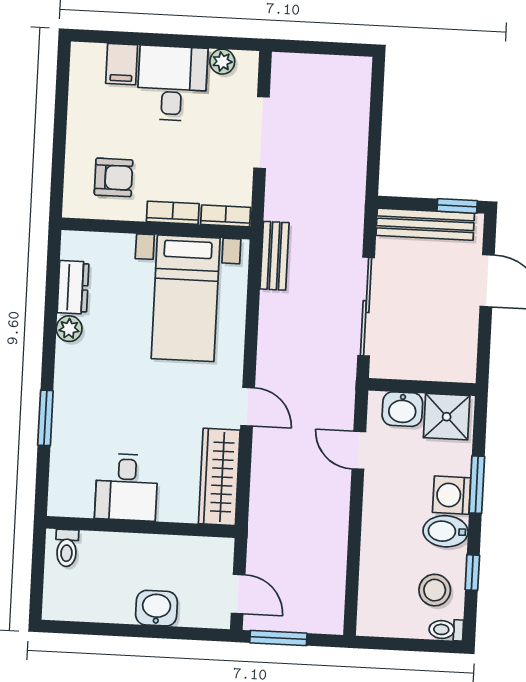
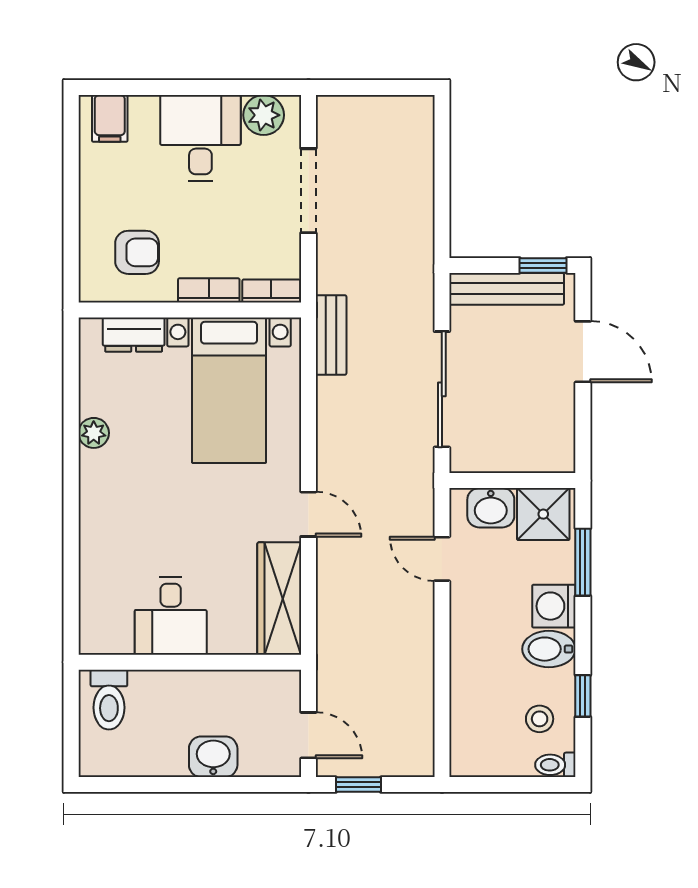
plant: (222, 62) -> (264, 115), width x1.38, depth x1.38
filing cabinet: (122, 64) -> (110, 118), moved
dresser: (73, 287) -> (134, 335), moved, turned 90
window: (45, 418) -> (71, 539), removed
window: (477, 485) -> (583, 562), moved
toilet: (67, 548) -> (109, 700), width x1.37, depth x1.39
stool: (435, 590) -> (540, 719), width x0.73, depth x0.73
window: (278, 638) -> (358, 785), width x0.67

